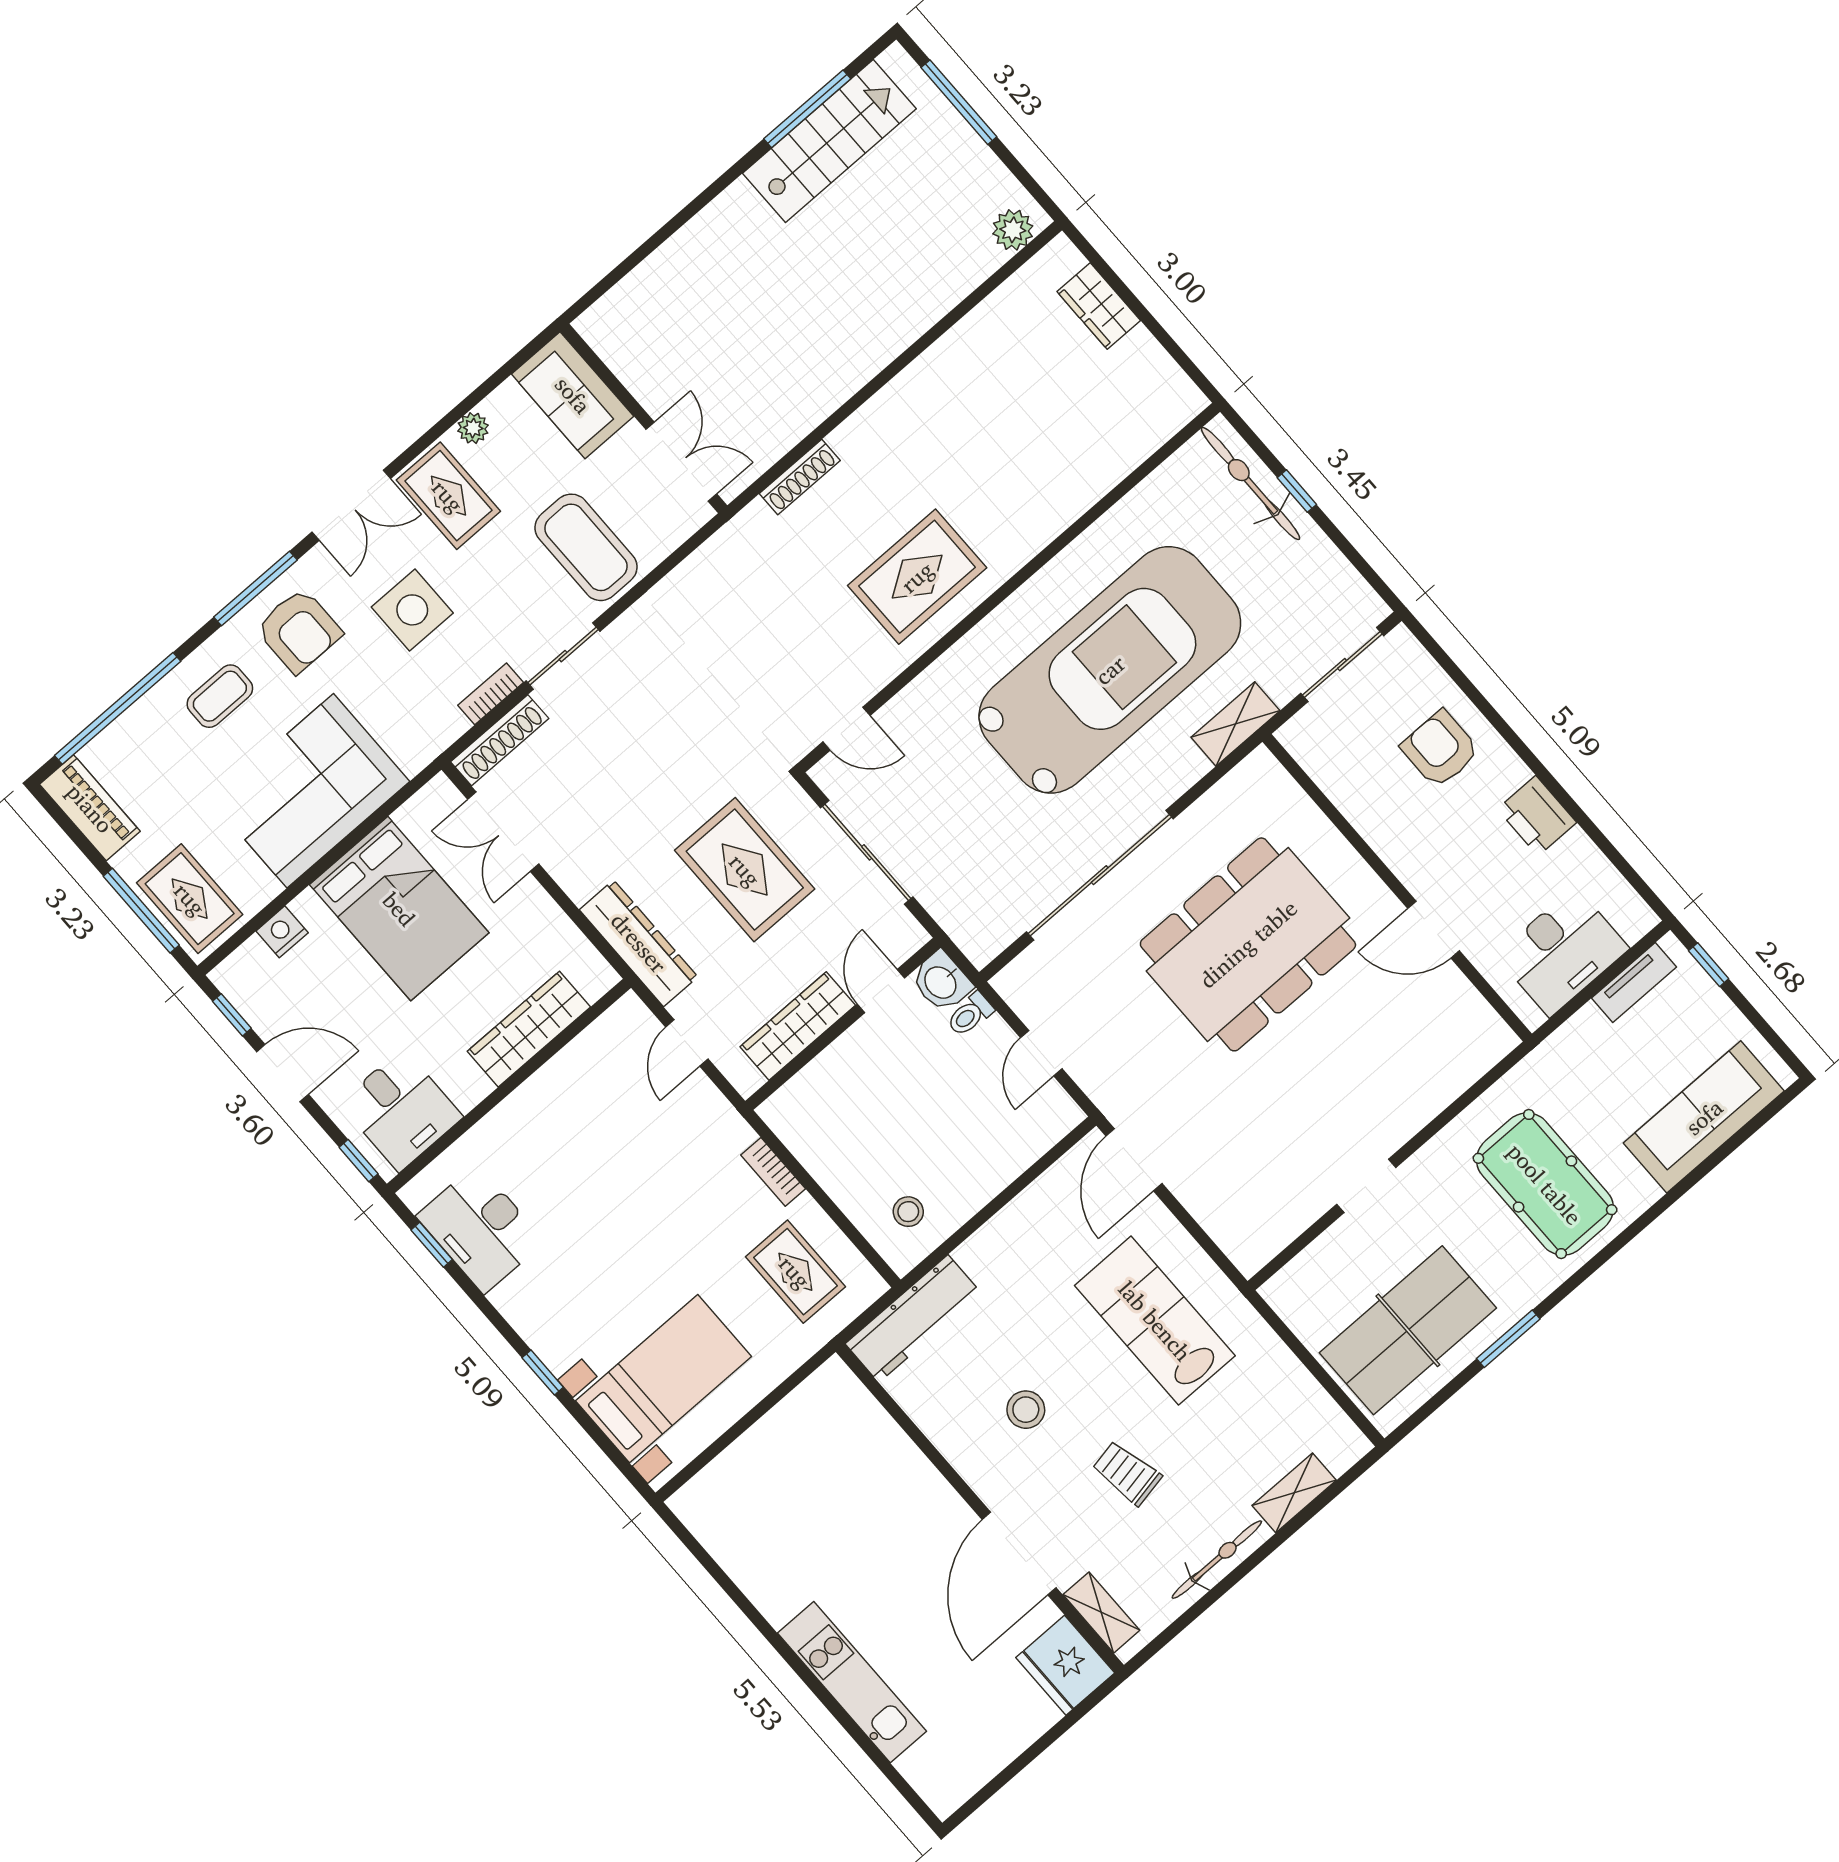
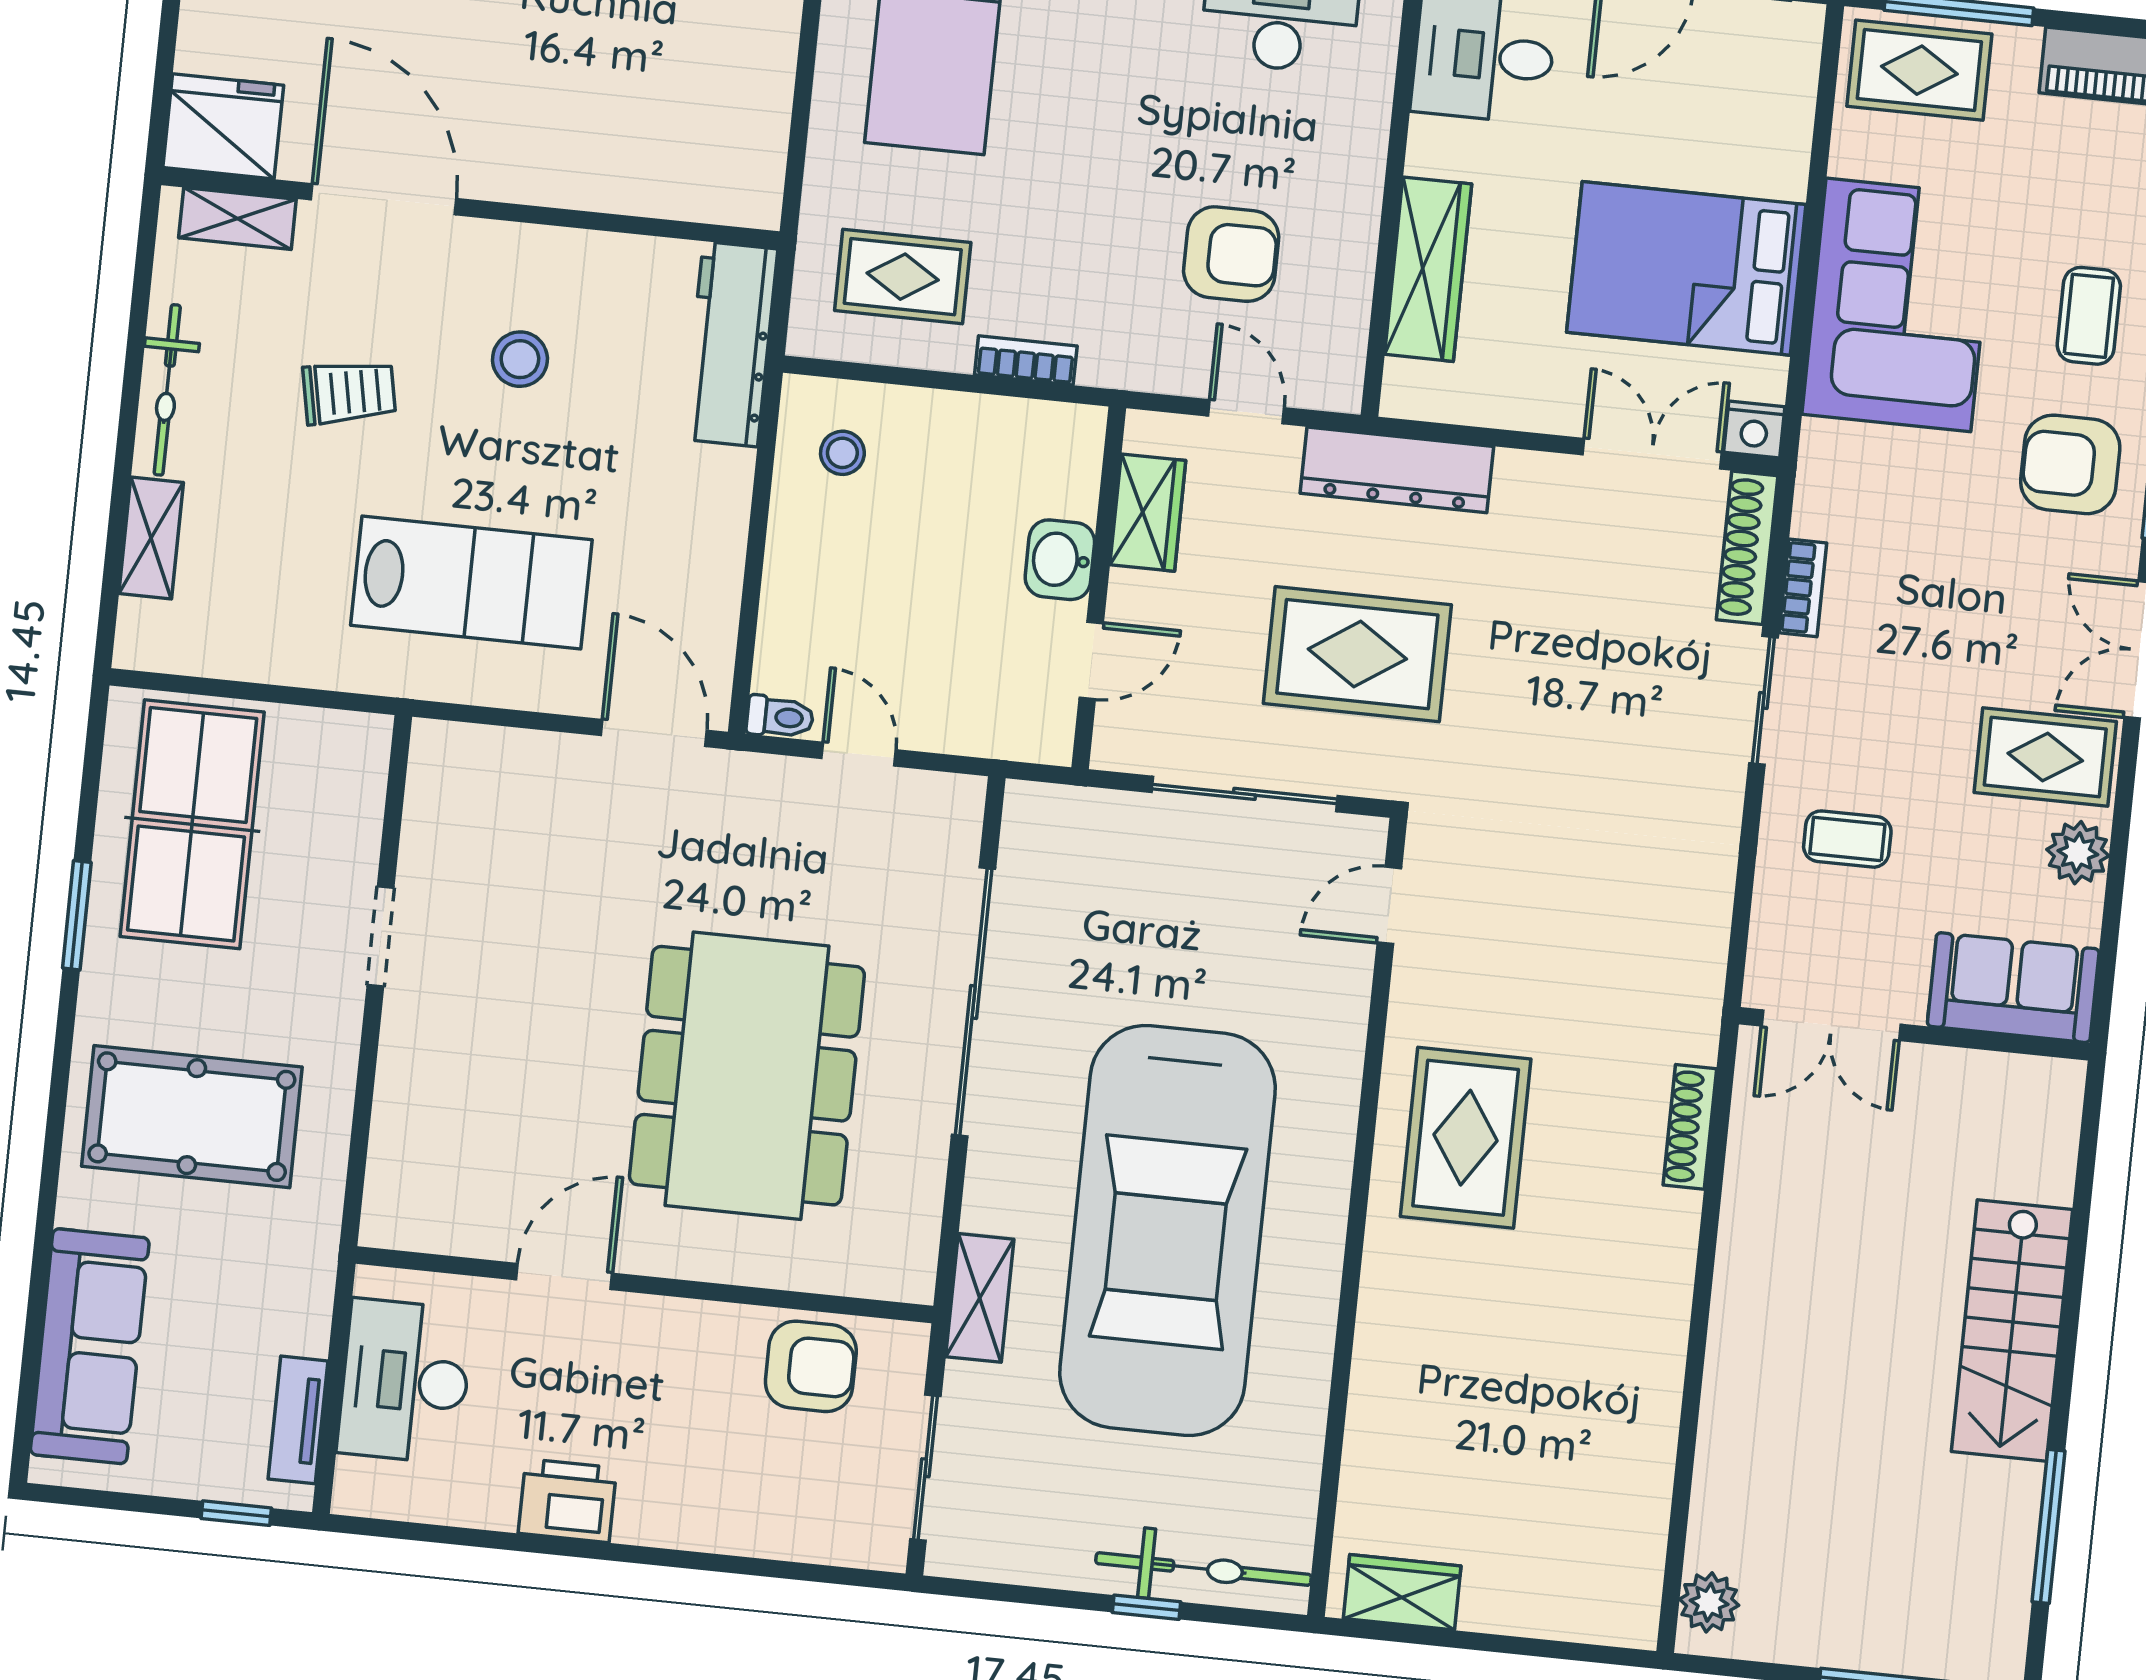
stairs: (829, 141) -> (2012, 1331), moved
wardrobe: (1099, 306) -> (1402, 1592), moved
plant: (473, 428) -> (2078, 853), width x1.38, depth x1.38
coffee table: (586, 547) -> (1847, 839), width x0.54, depth x0.58
side table: (412, 610) -> (1970, 599), removed
armchair: (1440, 749) -> (811, 1366), moved
nightstand: (282, 932) -> (1754, 429), moved, turned 90
washbasin: (941, 982) -> (1060, 560), moved, turned -90
door: (881, 991) -> (1091, 660), hinge flipped
toilet: (970, 1014) -> (780, 717), moved, turned 90
wardrobe: (798, 1026) -> (1148, 513), width x0.67
armchair: (620, 1129) -> (1231, 254), added

